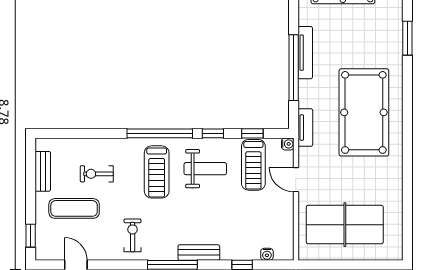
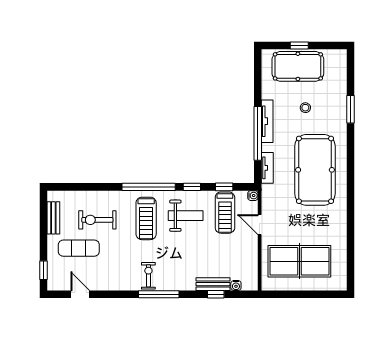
stool: (352, 36) -> (305, 108), added
tv unit: (305, 128) -> (267, 168), moved
exercise bike: (97, 174) -> (97, 220), width x1.38, depth x1.39
exercise bike: (133, 235) -> (148, 276), moved
bench: (199, 253) -> (213, 284), moved

